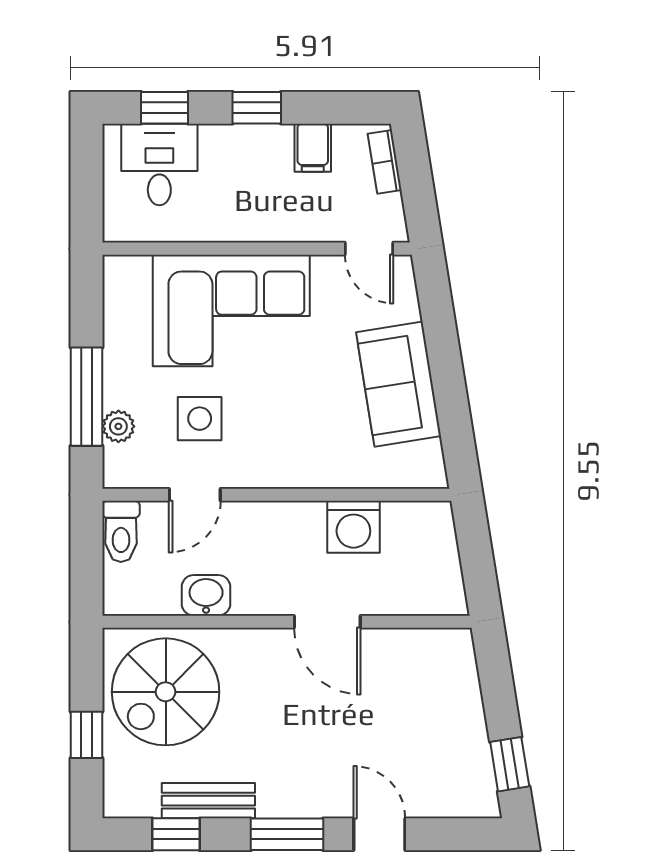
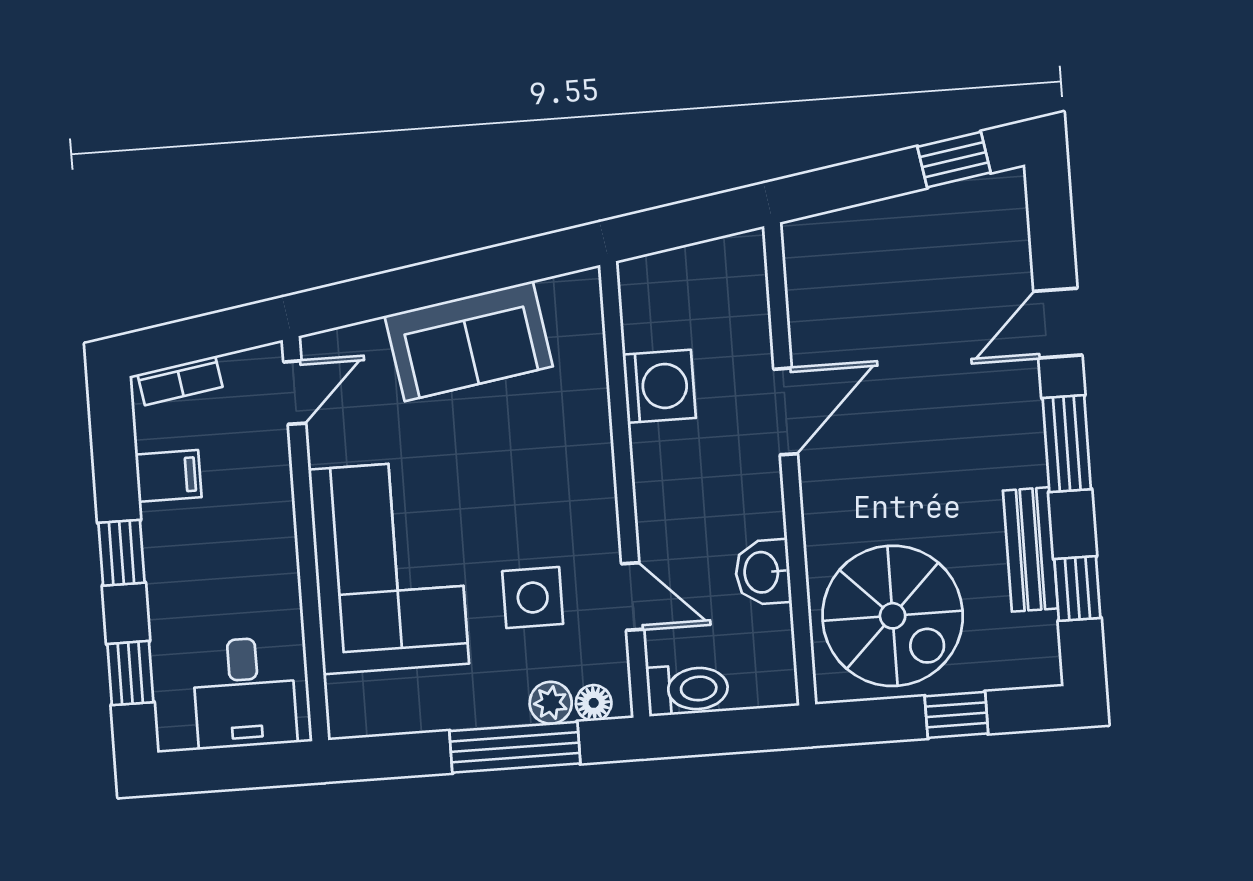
desk: (159, 164) -> (244, 693), moved, turned -90
floor lamp: (116, 459) -> (594, 703), added

